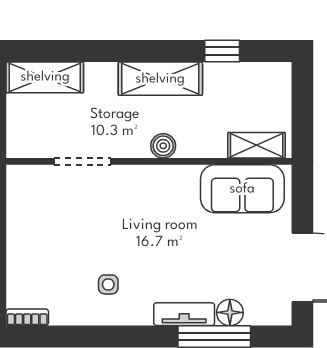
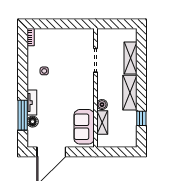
shelving: (45, 77) -> (131, 58), moved
shelving: (257, 145) -> (102, 122), moved
boiler: (163, 146) -> (102, 105), moved

